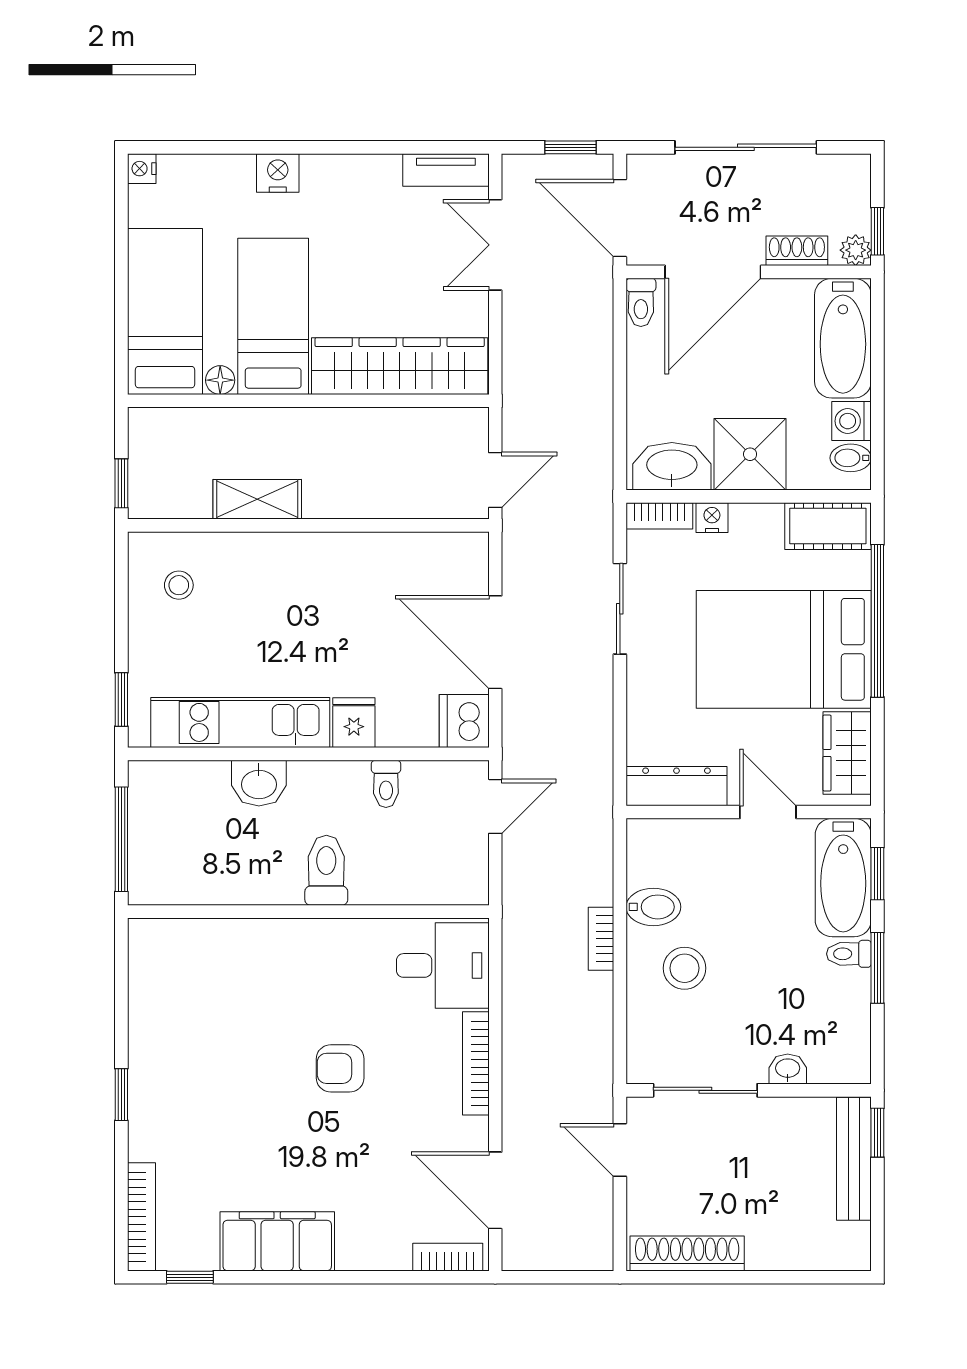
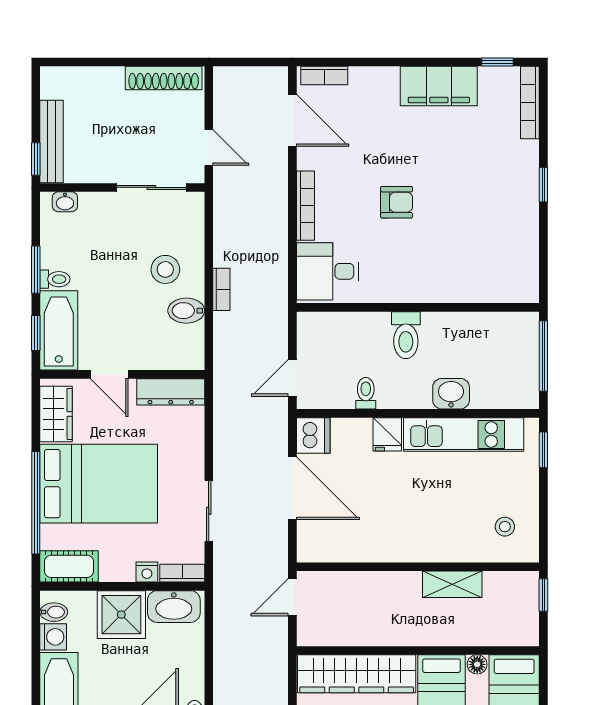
washbasin: (788, 1069) -> (65, 202), moved

